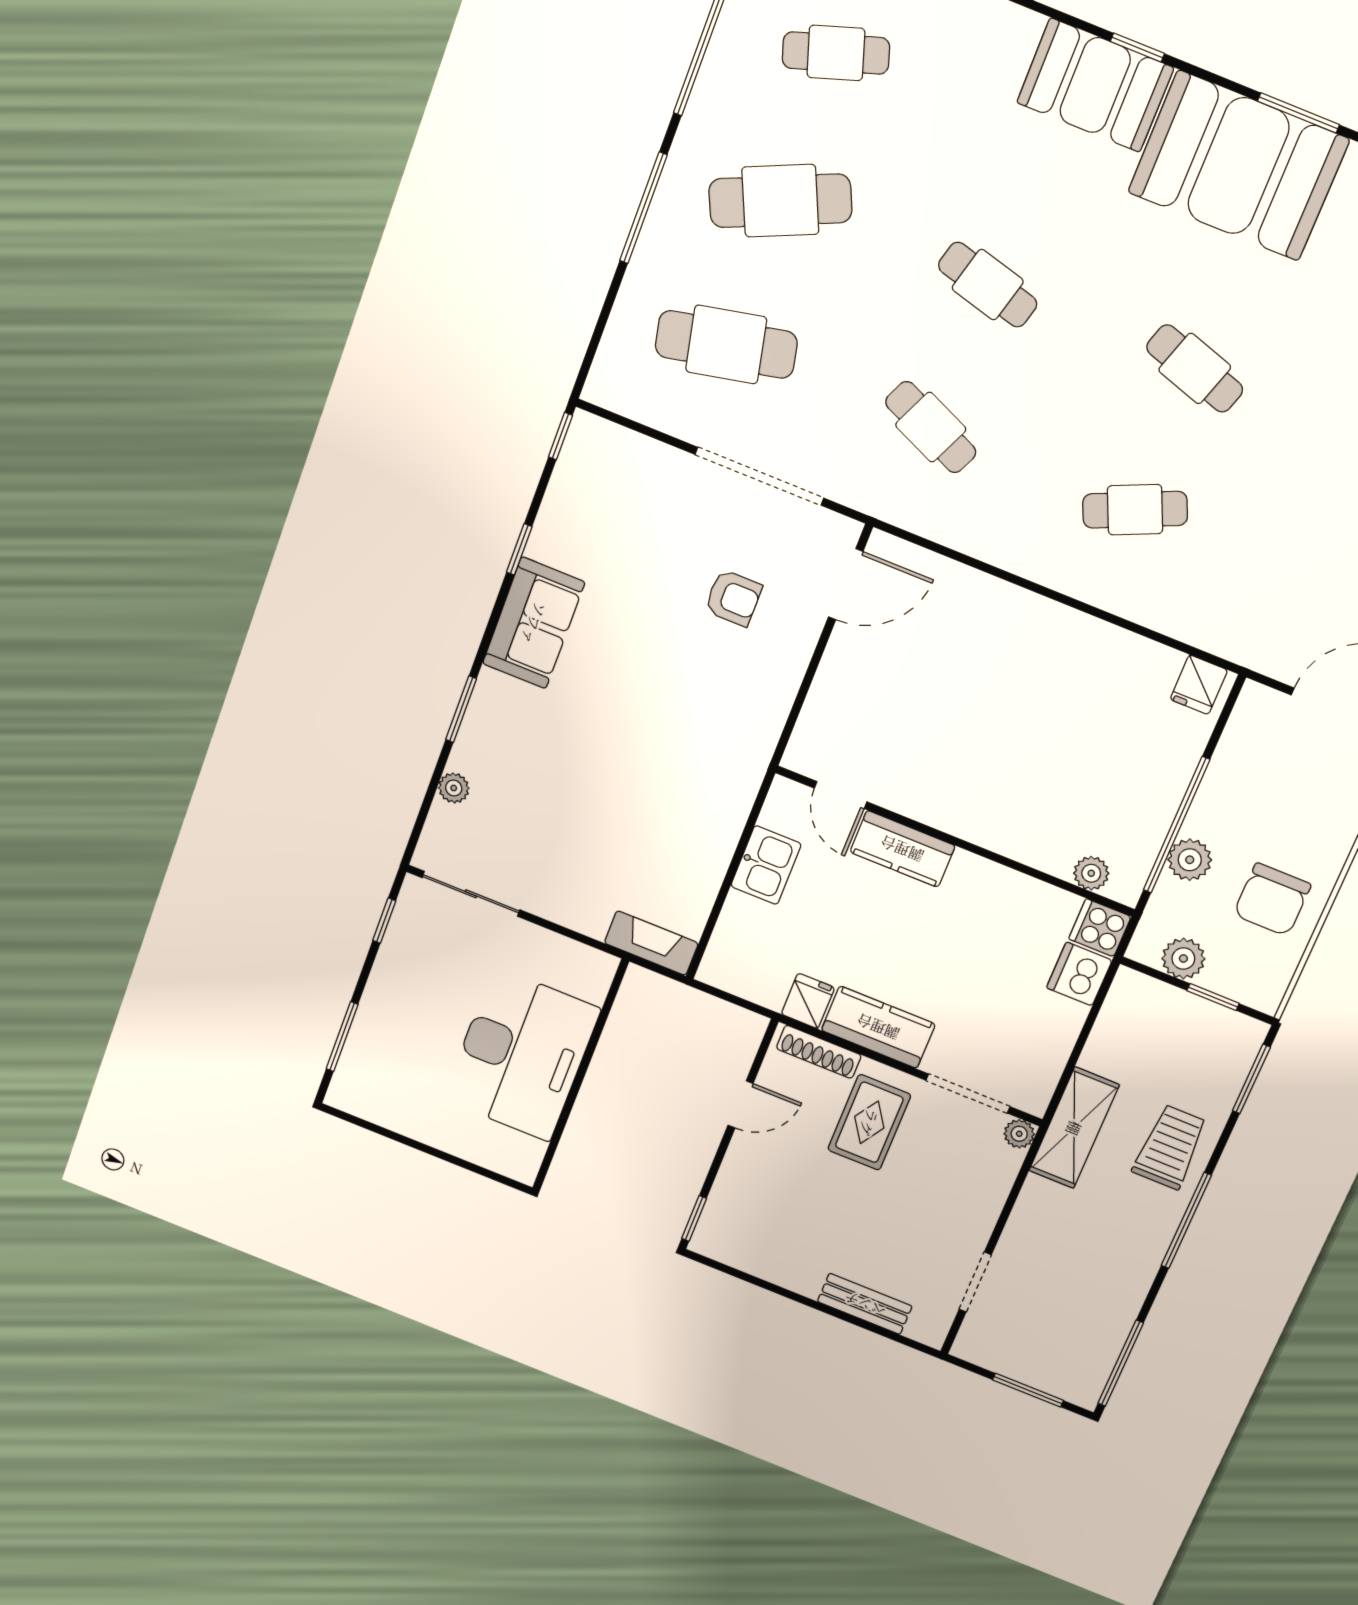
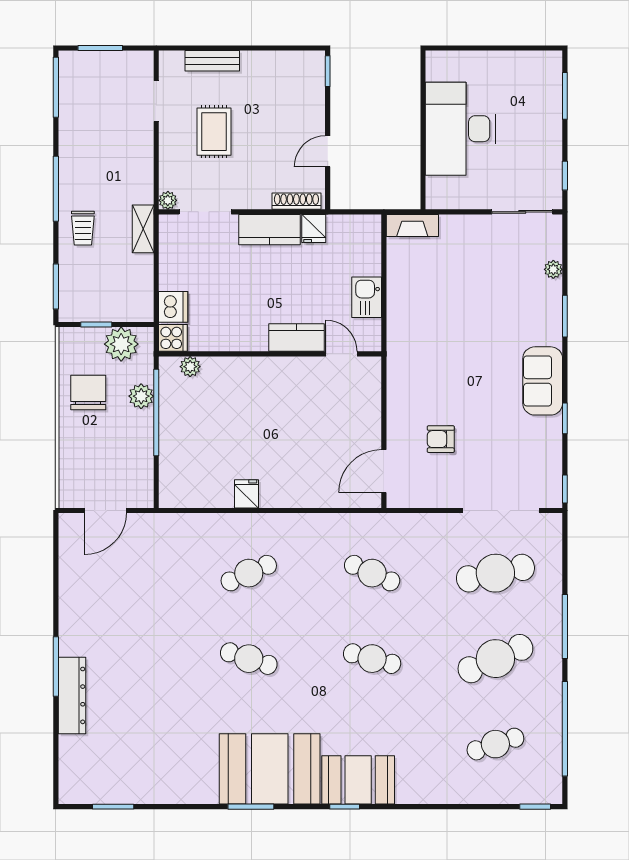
doorway: (759, 476) -> (501, 511), moved
fridge: (1199, 685) -> (247, 494), moved
plant: (1183, 959) -> (121, 344), width x1.36, depth x1.36
rug: (869, 1122) -> (214, 132), moved
shelving: (1074, 1128) -> (143, 229), width x0.67, depth x0.75
trolley: (1170, 1147) -> (83, 228), width x0.73, depth x0.72

